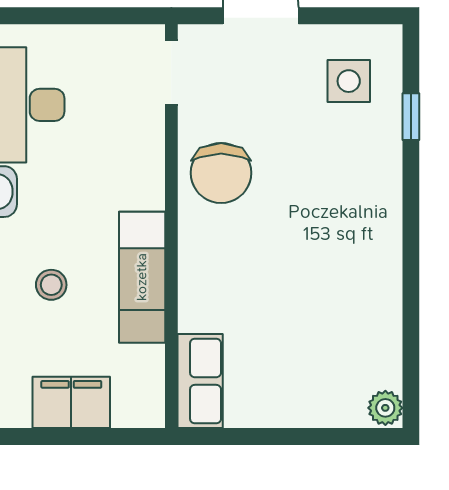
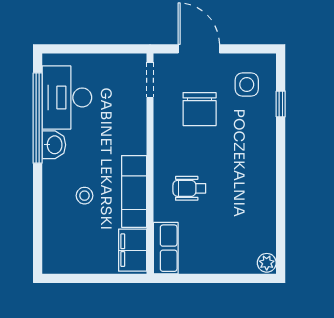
chair: (221, 173) -> (200, 109), moved
wheelchair: (243, 271) -> (189, 188), added
filing cabinet: (71, 402) -> (133, 250), moved, turned -90

